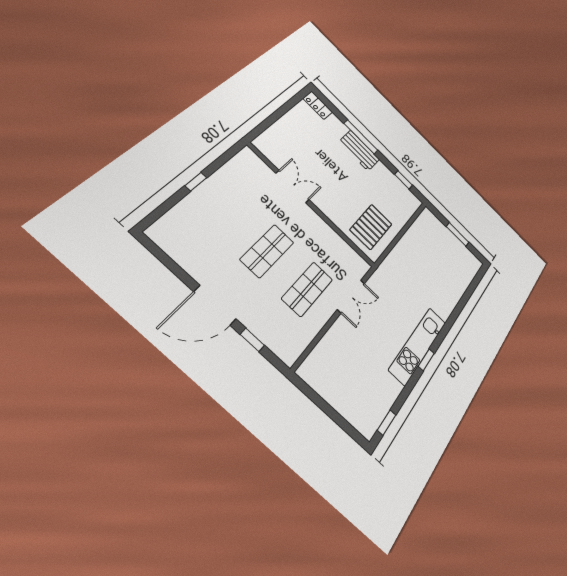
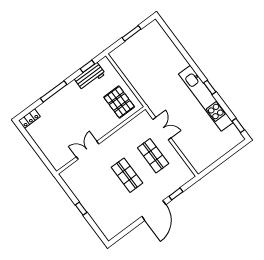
workbench: (359, 151) -> (90, 76), moved
kitchen unit: (418, 346) -> (206, 98), width x1.36

